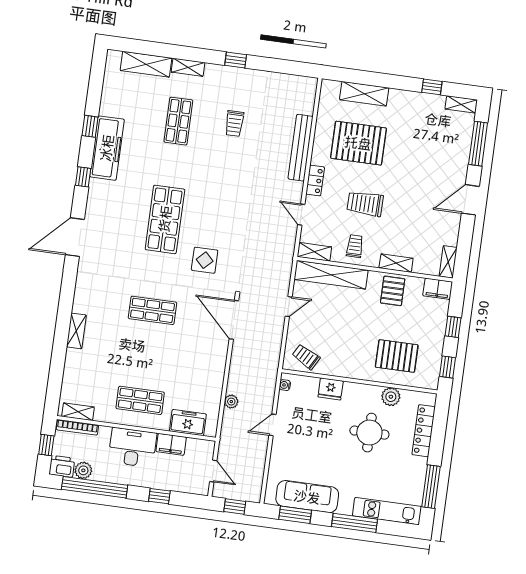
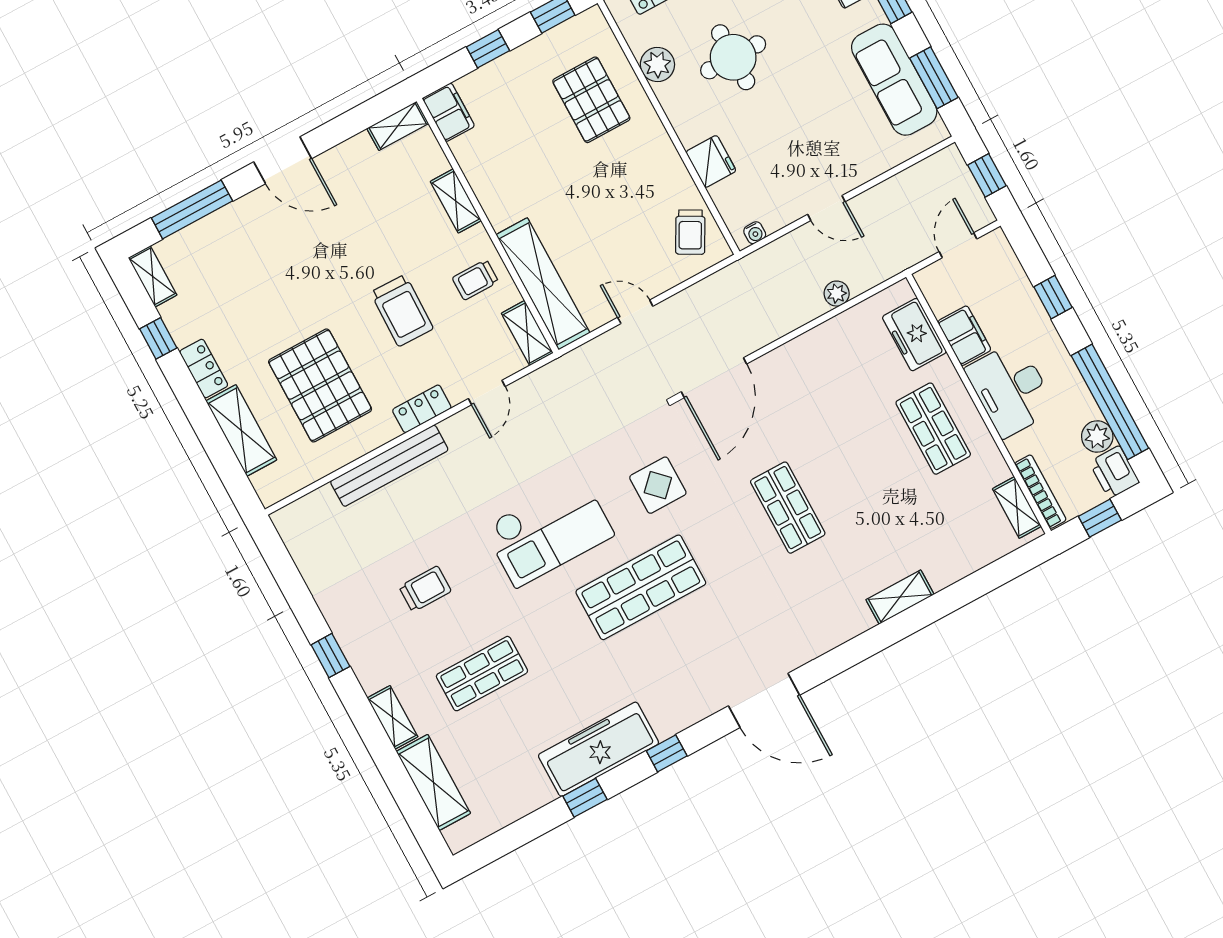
locker: (404, 97) -> (204, 368), added
checkout: (220, 197) -> (549, 531), added
pallet: (393, 291) -> (500, 176), removed

